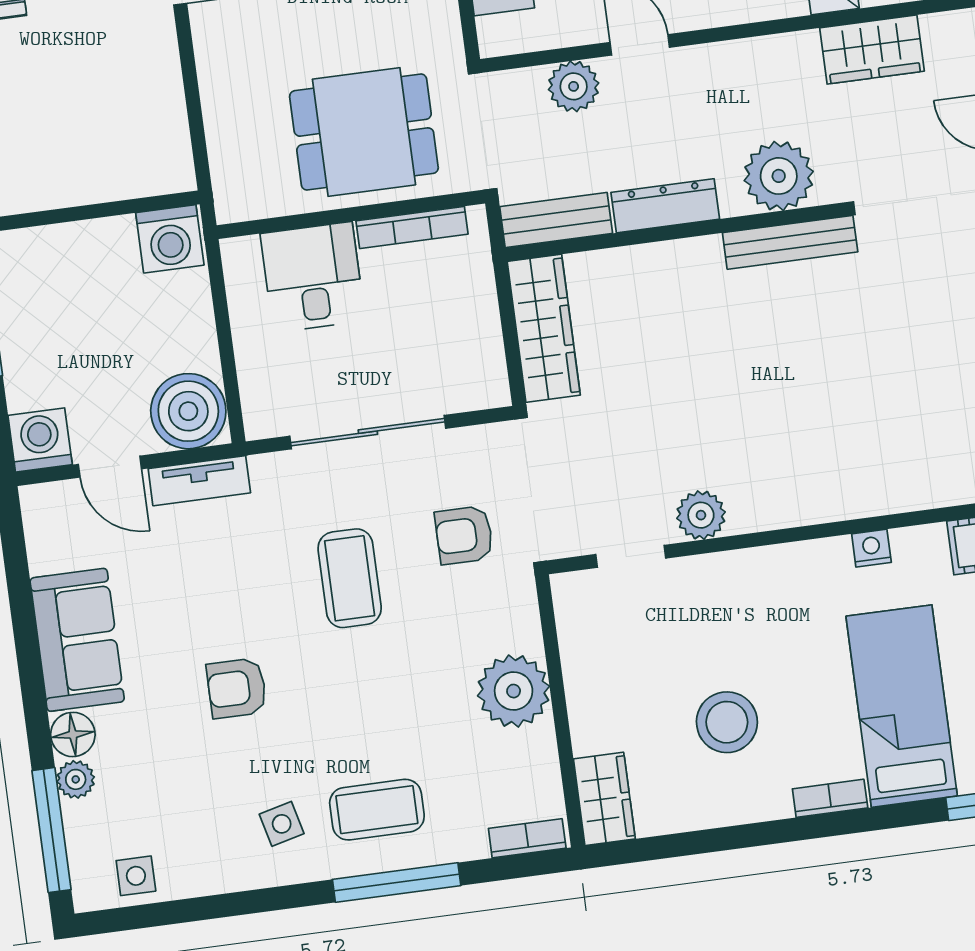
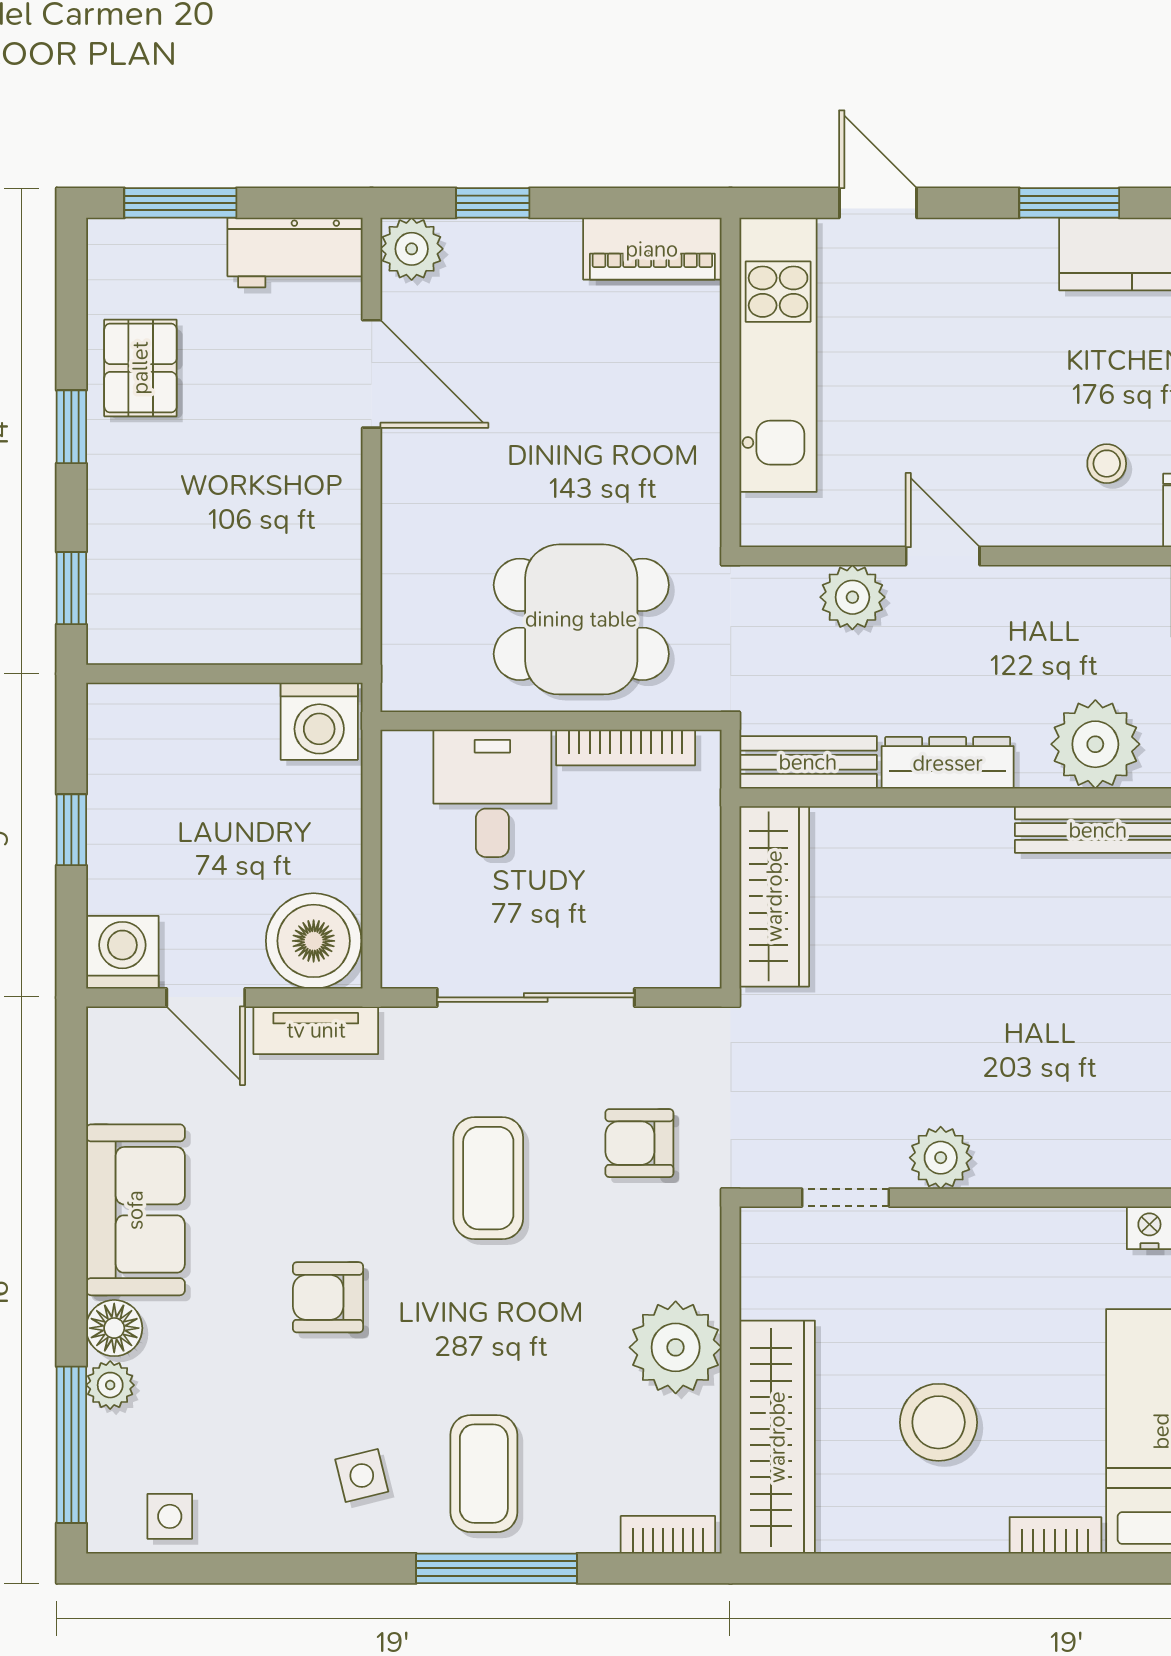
wardrobe: (604, 799) -> (777, 1437), width x2.10, depth x1.17
coffee table: (377, 810) -> (484, 1474), turned 90

